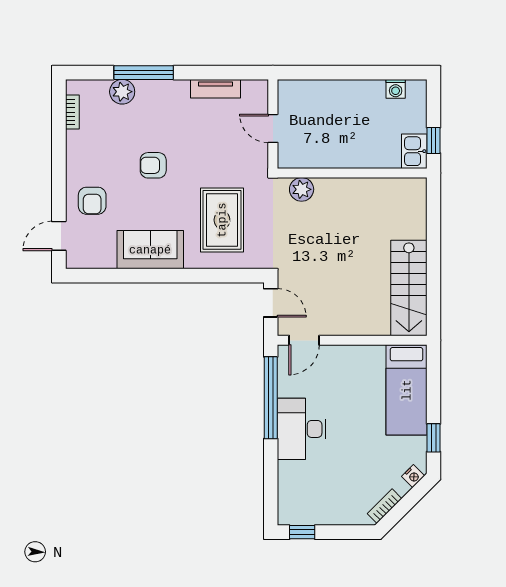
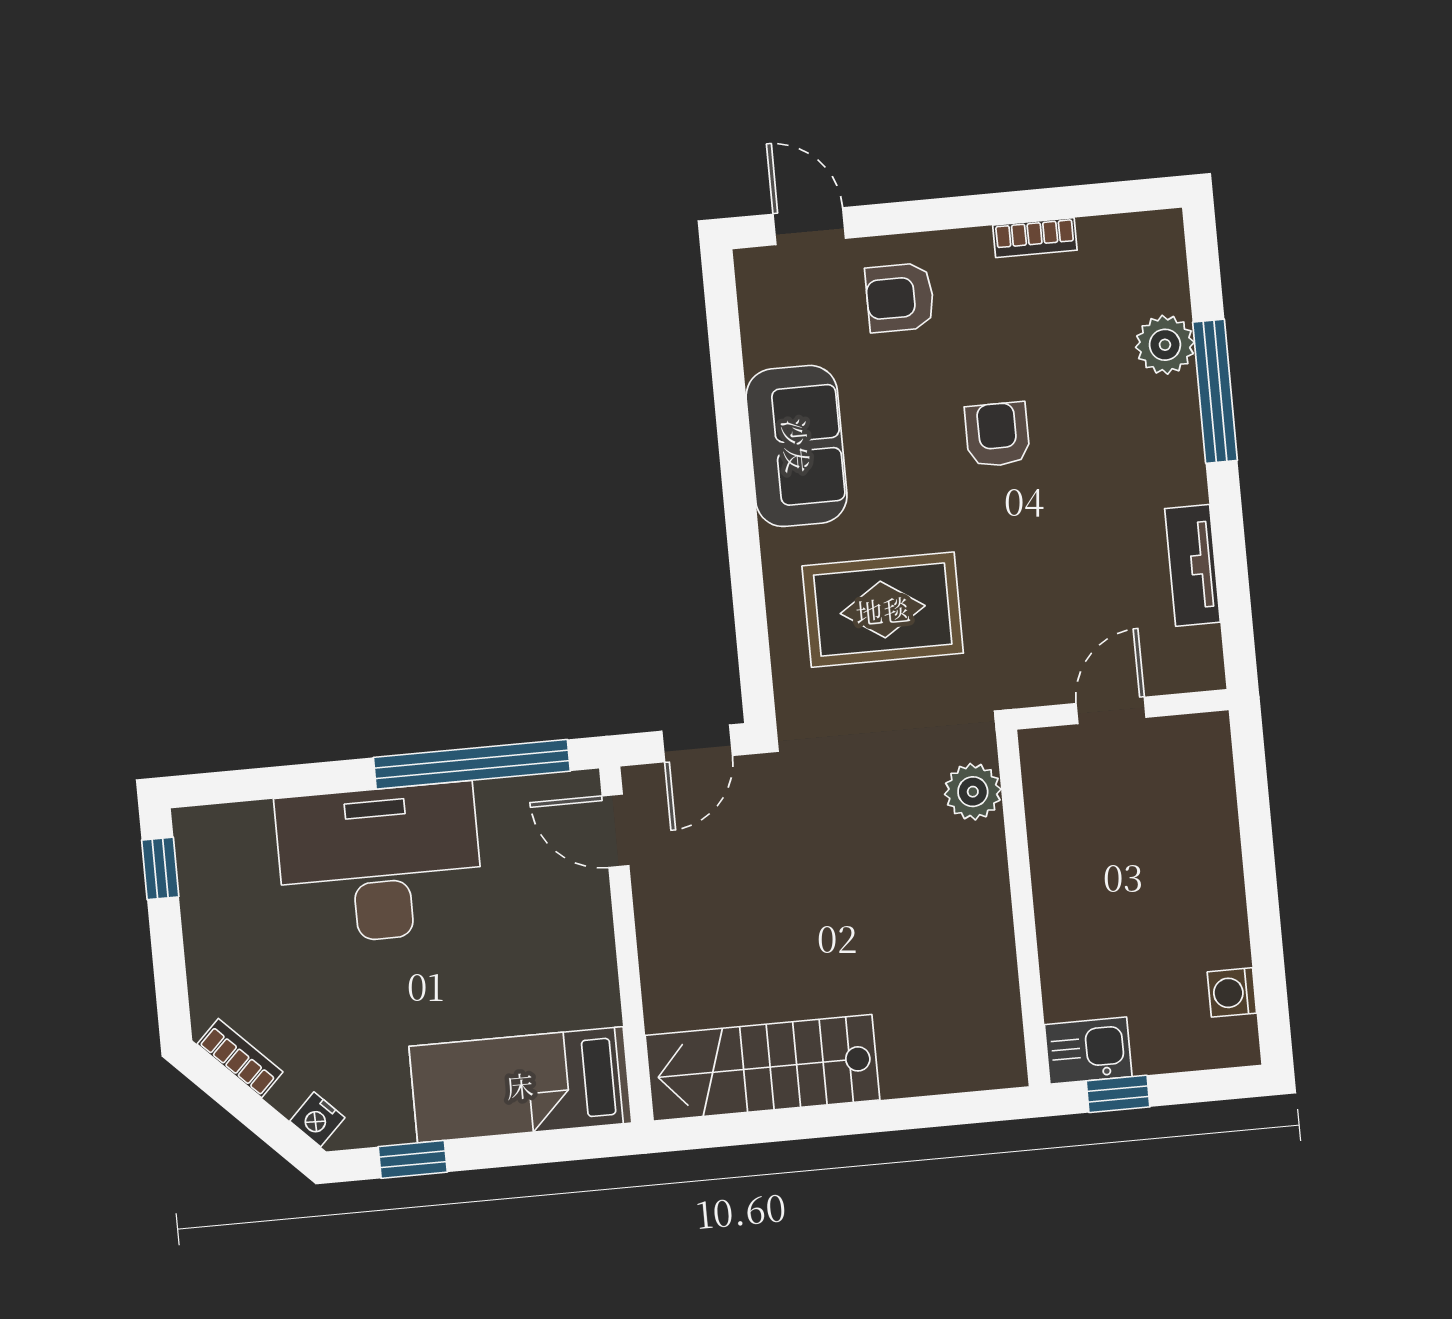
bookcase: (72, 112) -> (1035, 238), moved
desk: (302, 429) -> (380, 864), width x1.36, depth x1.30

